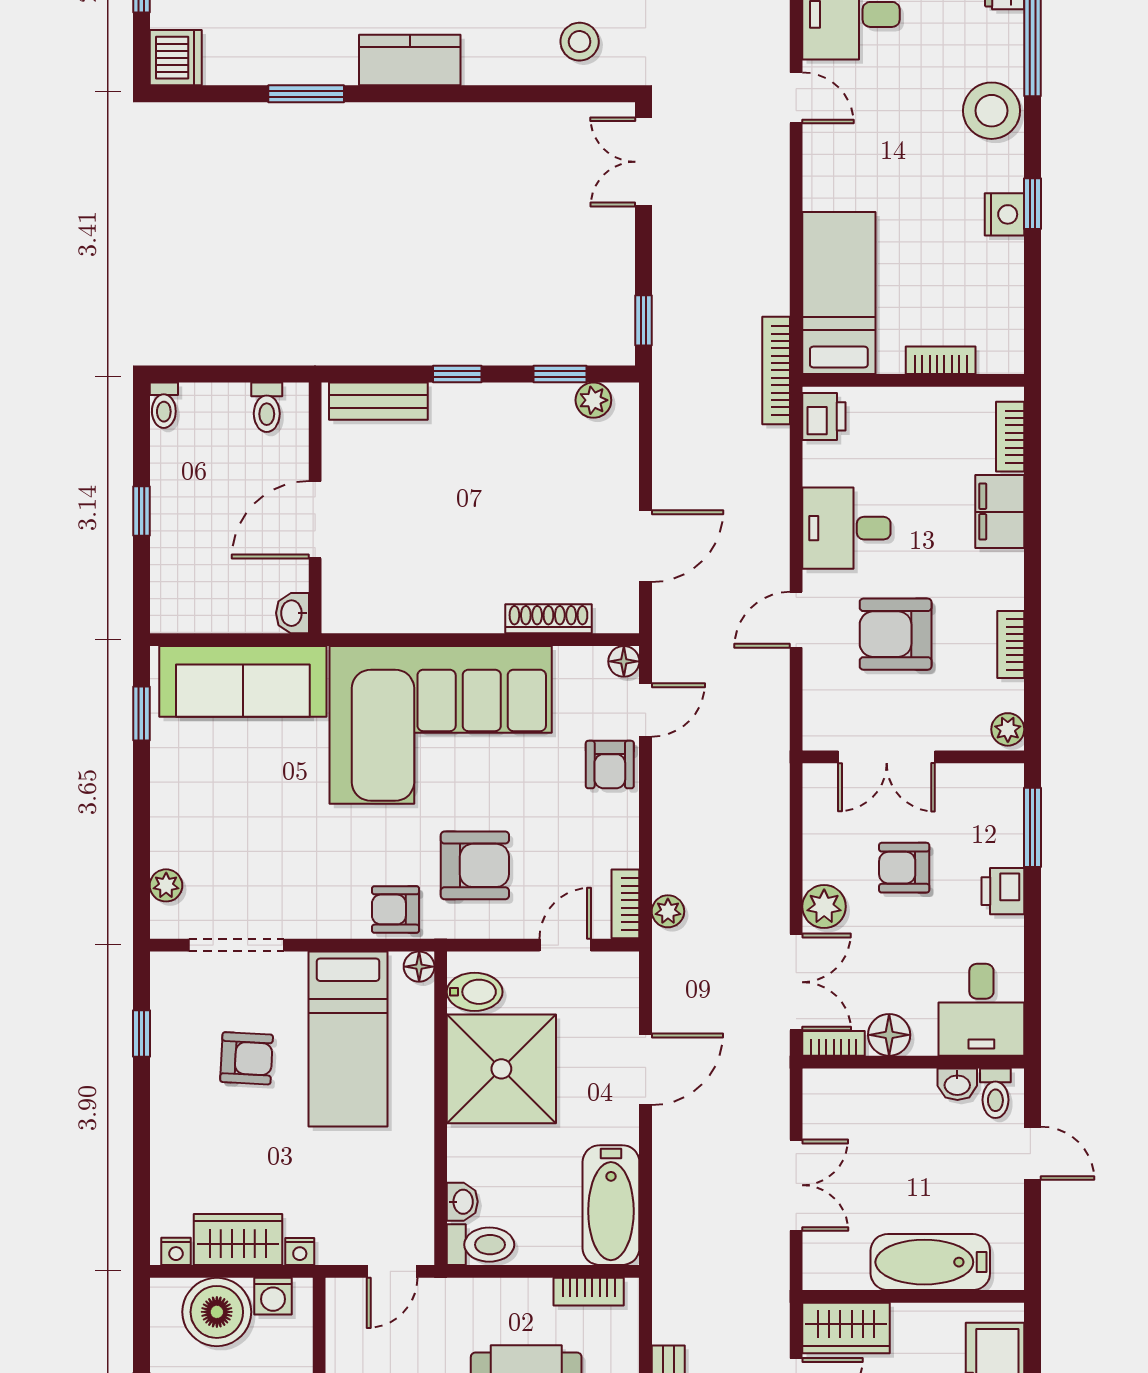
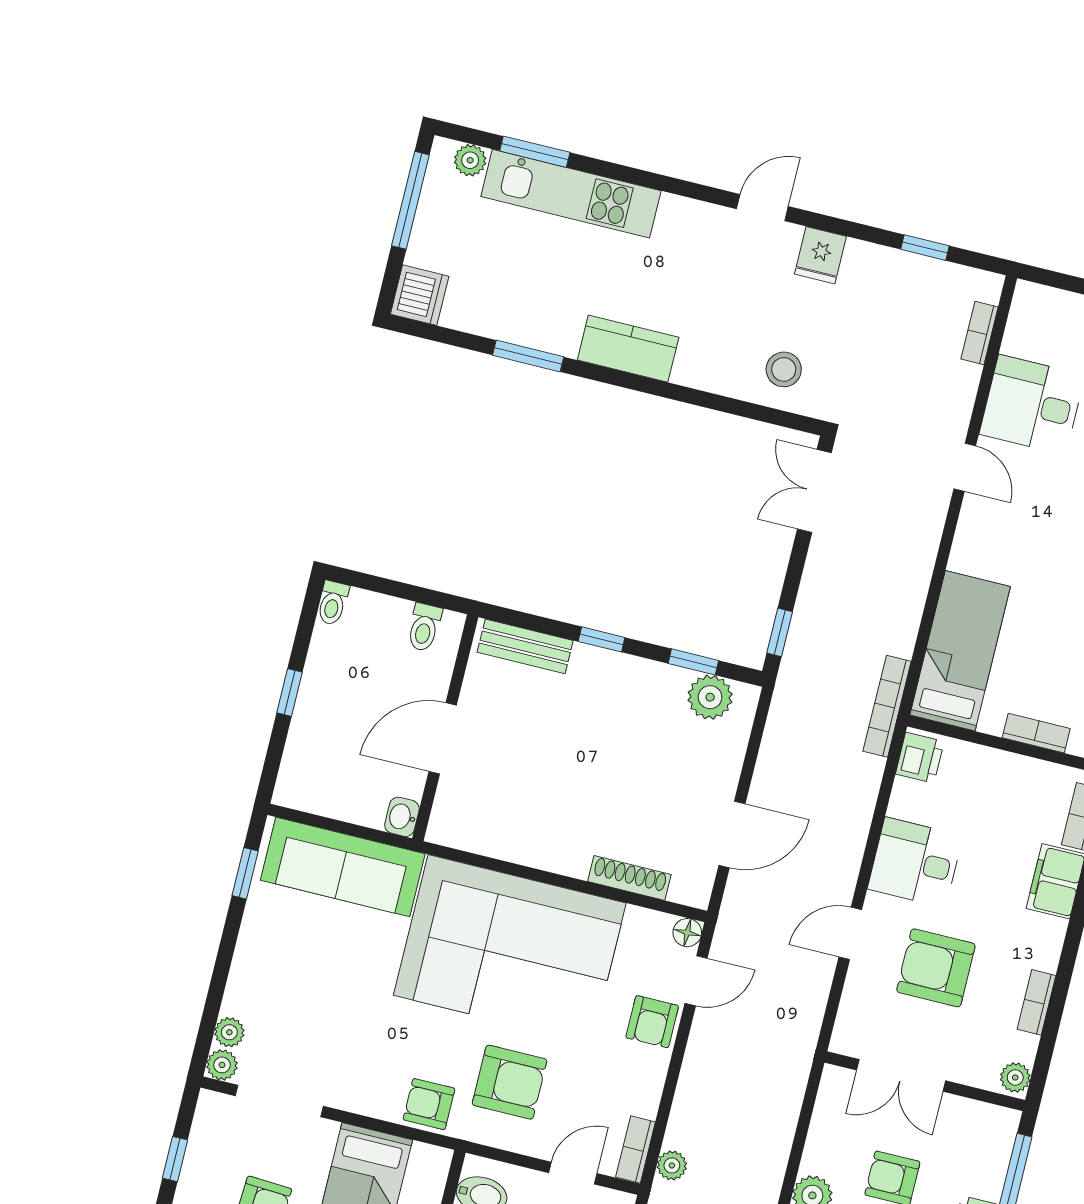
plant: (593, 400) -> (710, 697), width x1.38, depth x1.38
plant: (167, 922) -> (222, 1065), added
floor lamp: (419, 967) -> (438, 1160), removed

